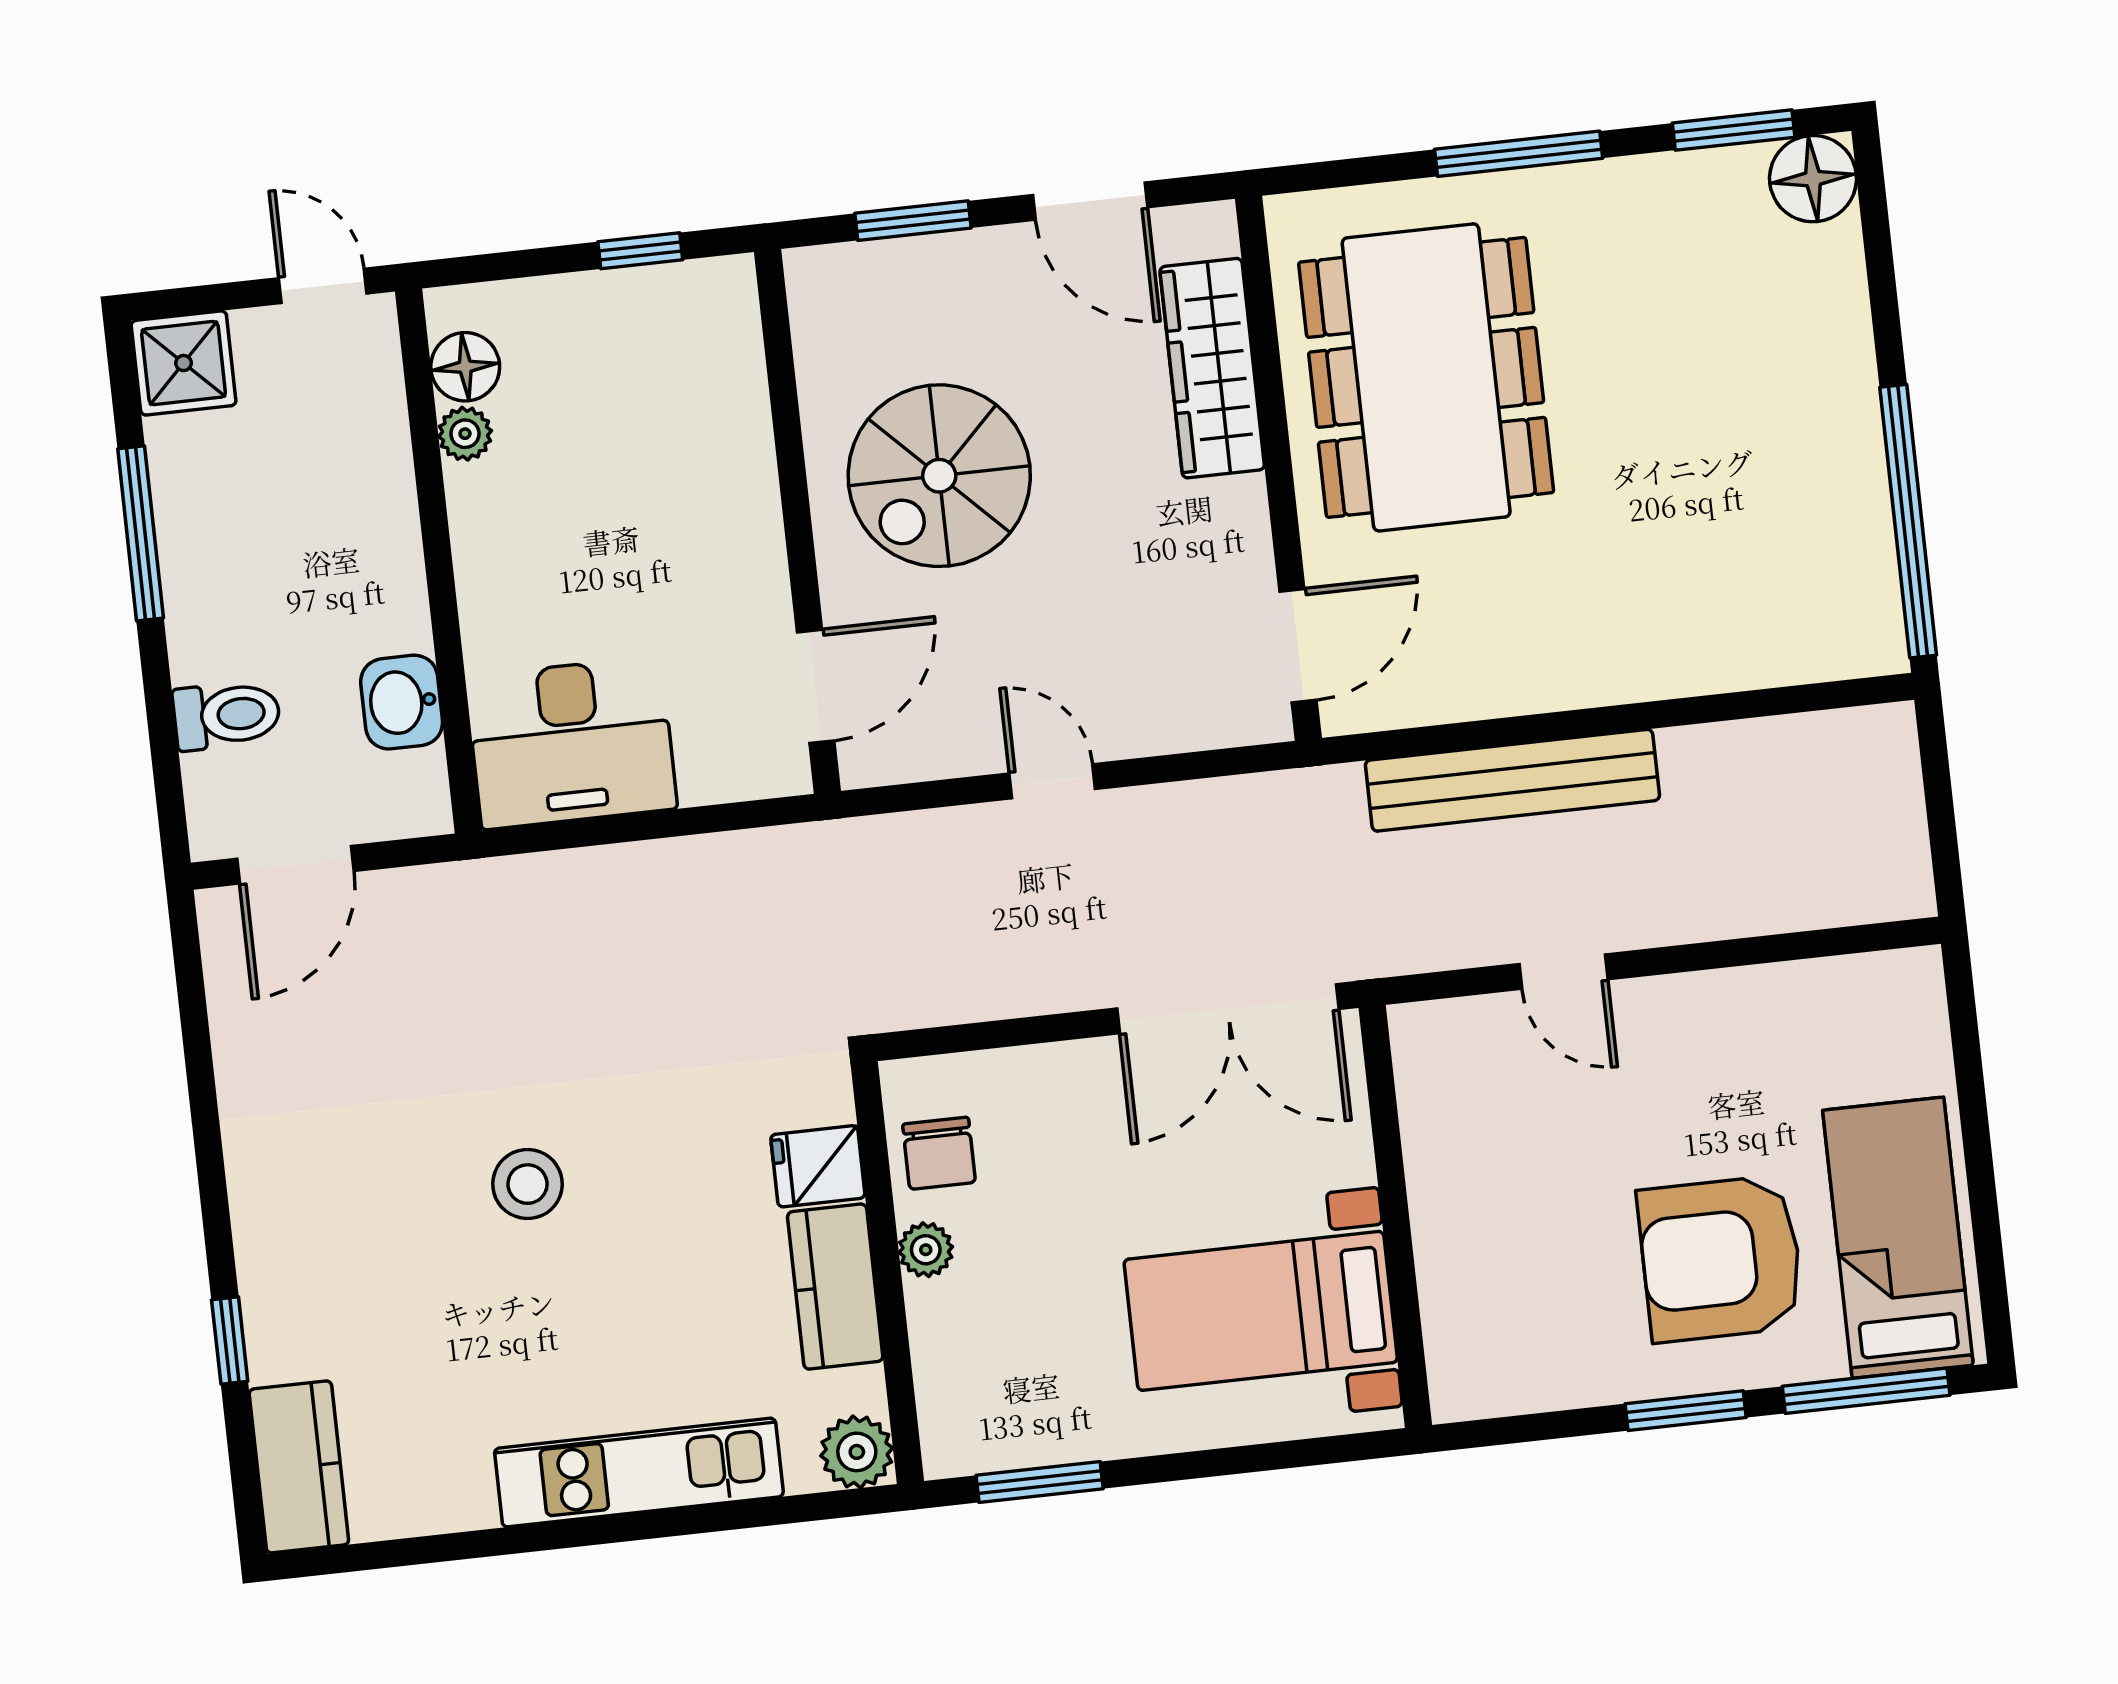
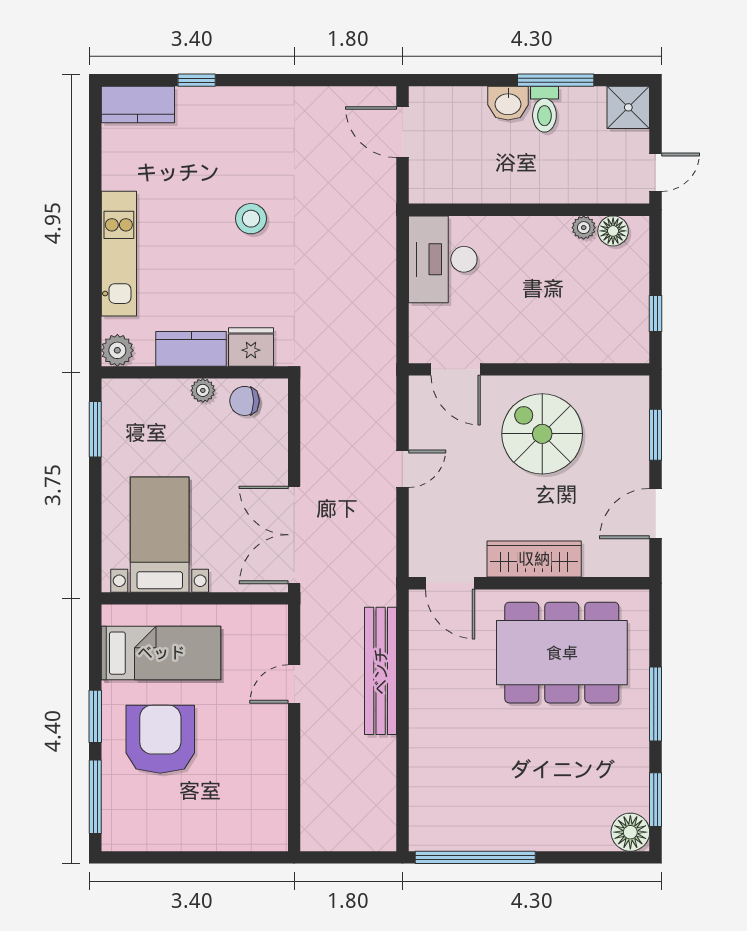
wardrobe: (1212, 368) -> (534, 559), moved
washbasin: (402, 702) -> (508, 103), moved, turned 180
toilet: (227, 715) -> (544, 109), moved
fridge: (818, 1166) -> (251, 347), width x1.38
bed: (1898, 1238) -> (161, 653), moved

